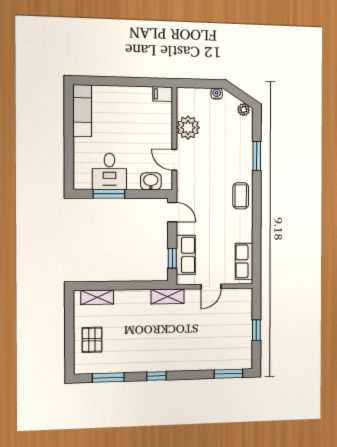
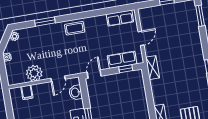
filing cabinet: (163, 94) -> (27, 92), moved
door: (211, 286) -> (141, 38), hinge flipped

